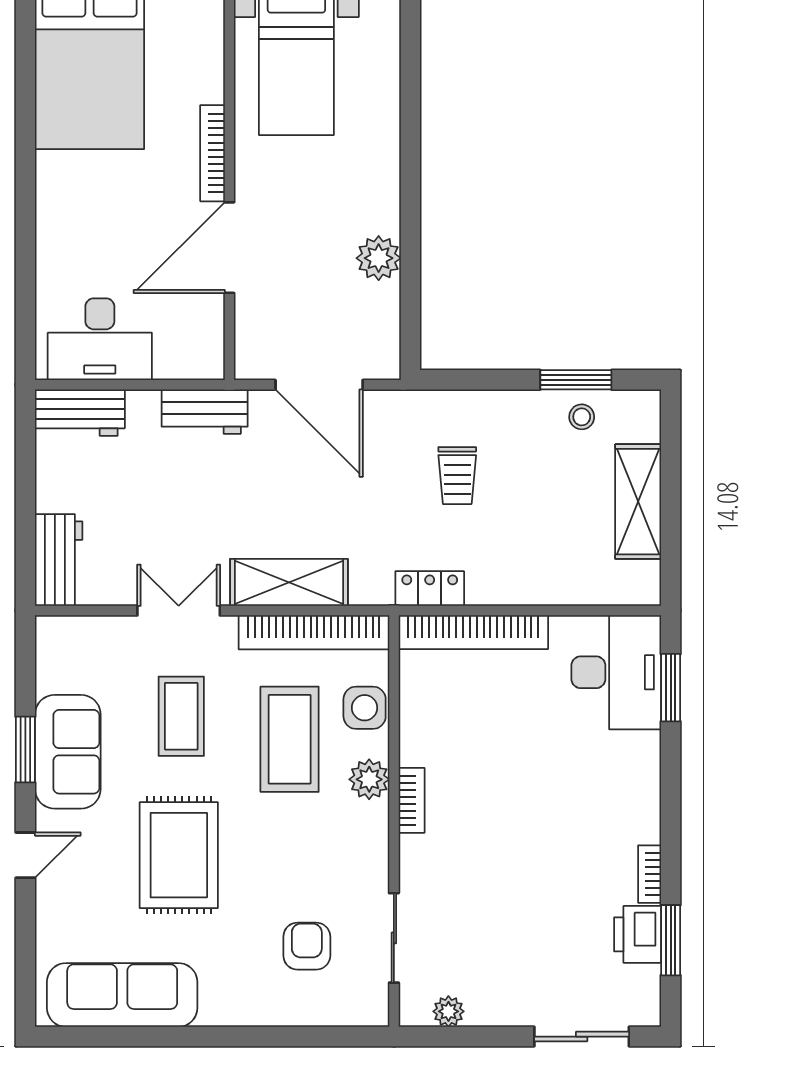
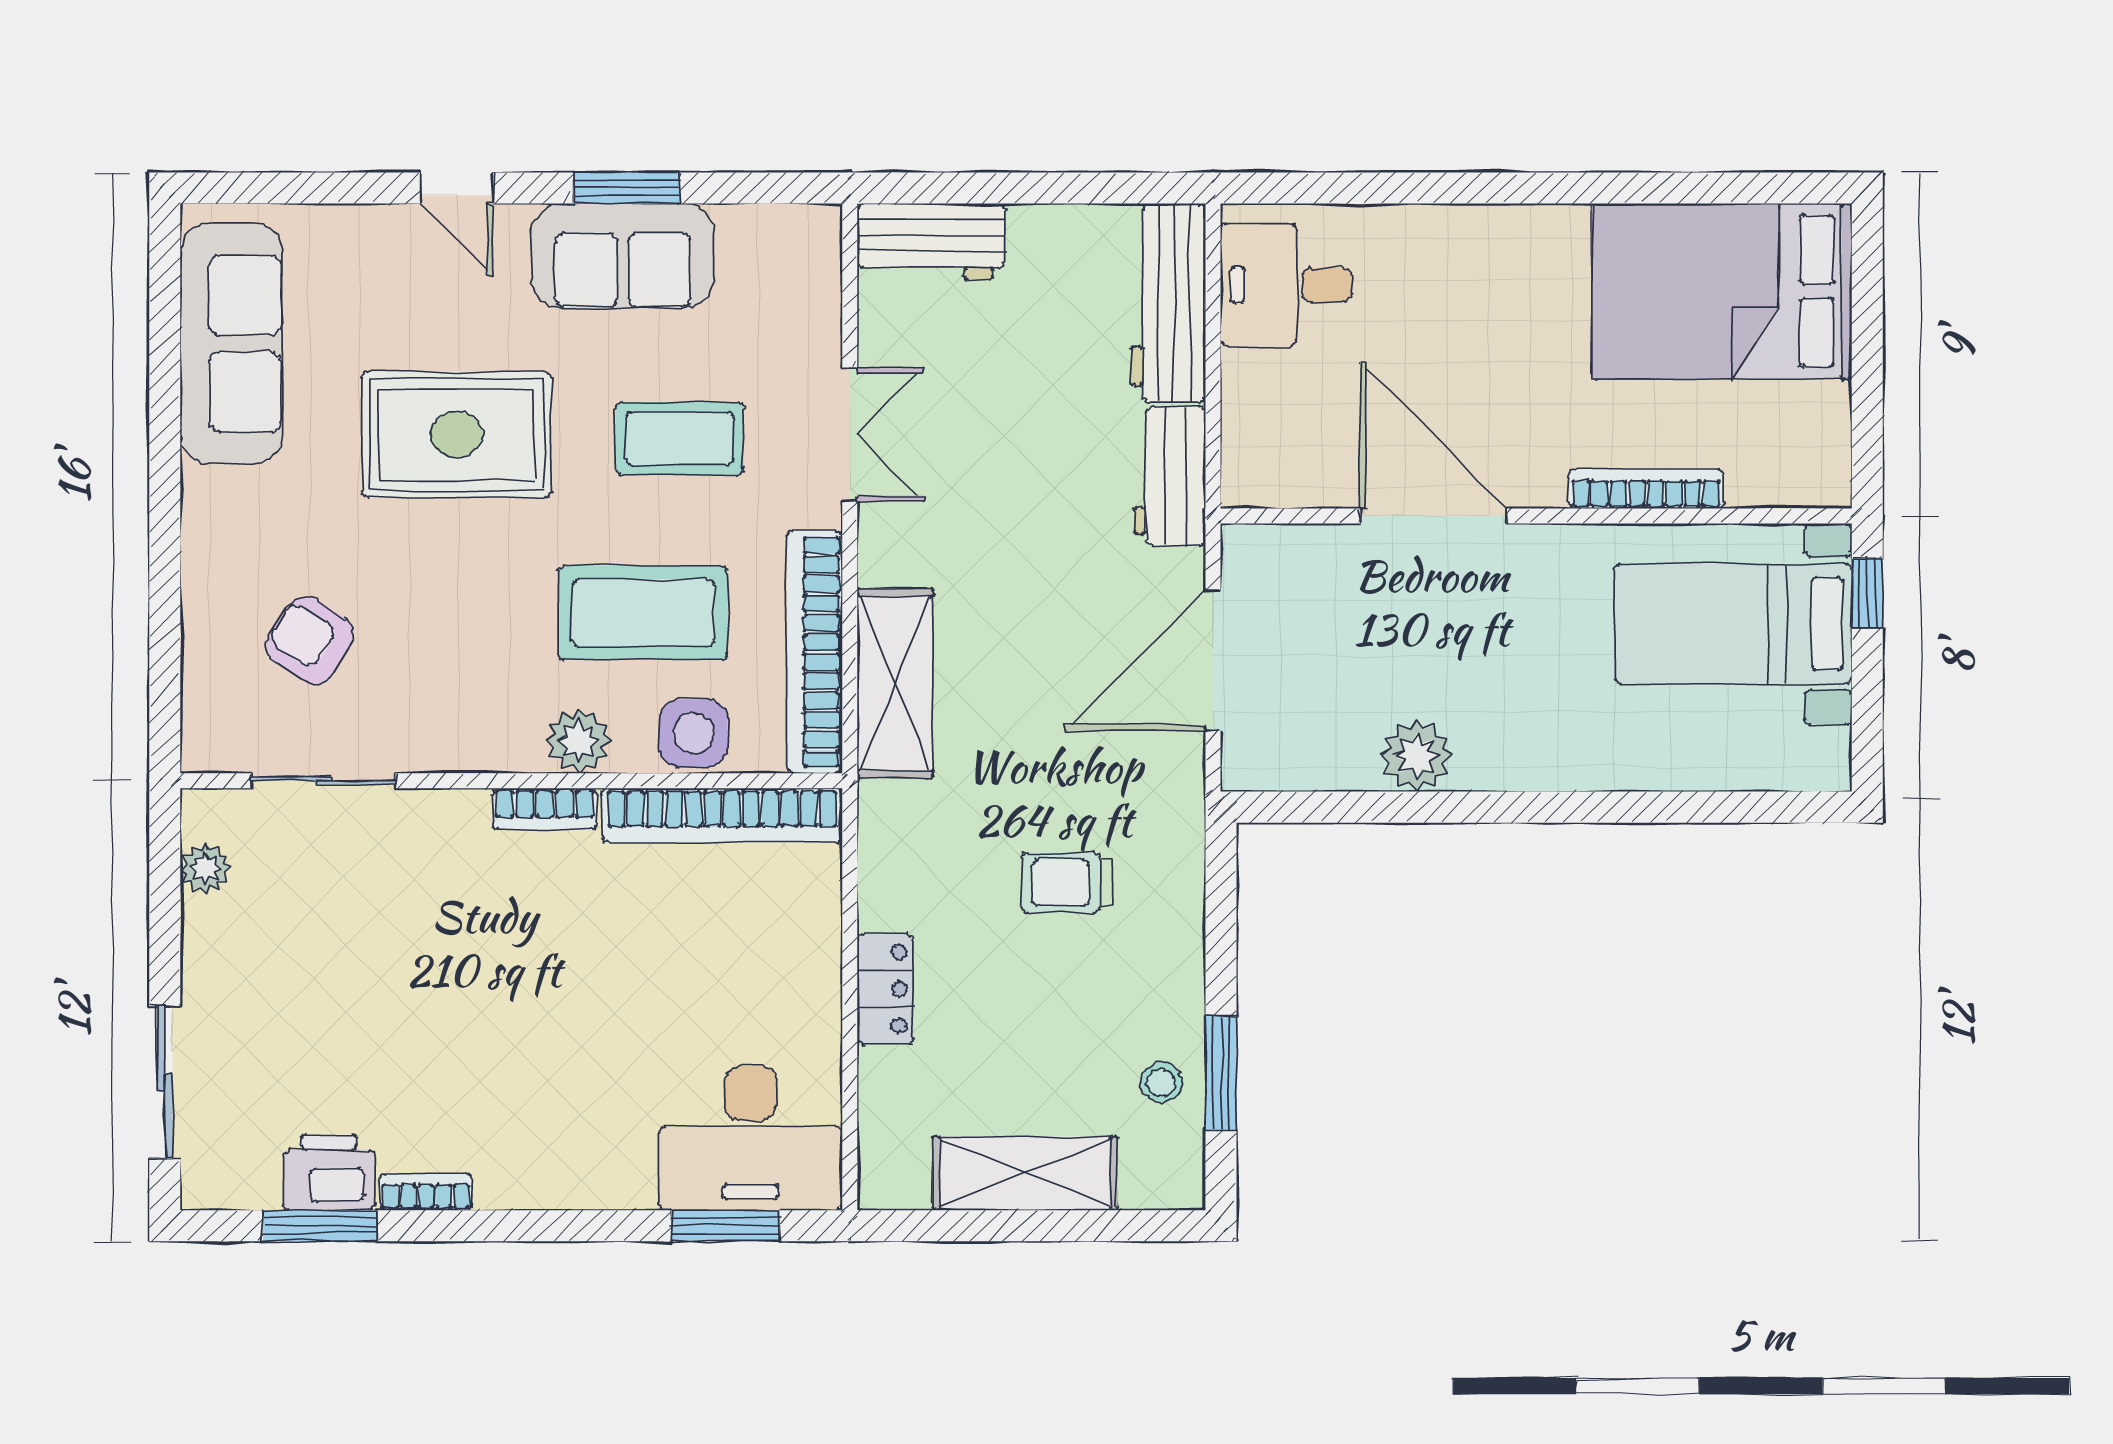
bookcase: (212, 153) -> (1646, 489), moved
desk: (100, 339) -> (1286, 285), width x0.73
workbench: (80, 413) -> (1168, 303), width x1.38
shelving: (289, 582) -> (895, 683), moved
locker: (430, 589) -> (885, 989), moved
bookcase: (473, 632) -> (722, 815), moved, turned -90
armchair: (307, 946) -> (310, 641), turned -147

